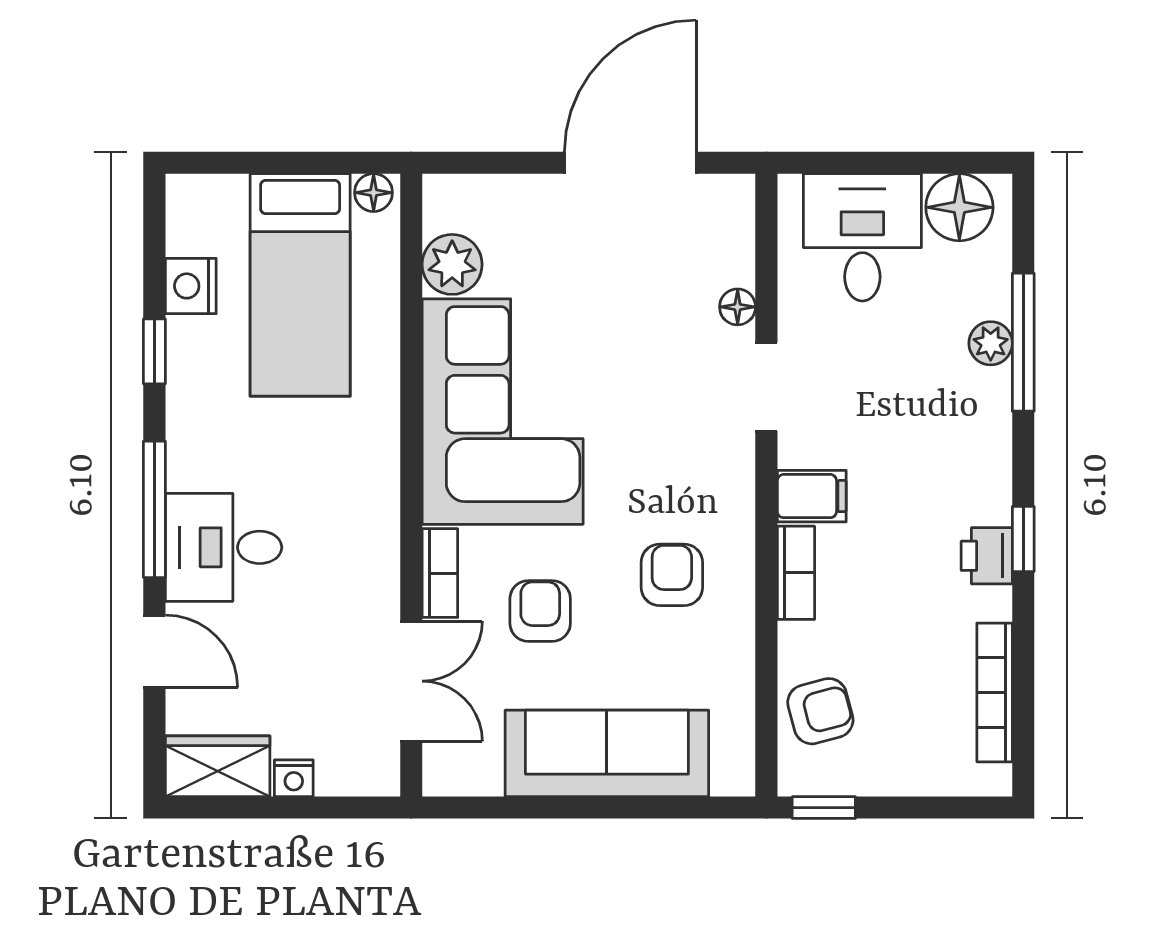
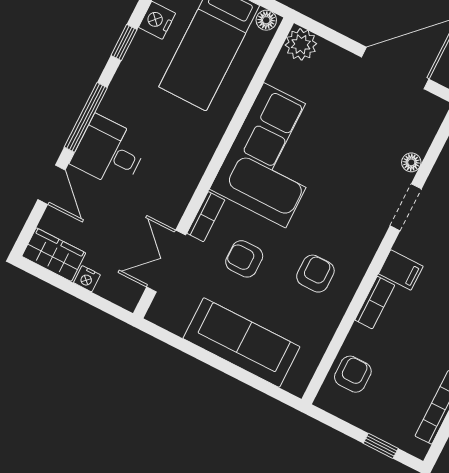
plant: (452, 264) -> (301, 44), moved
armchair: (540, 611) -> (244, 259), turned -90
double door: (411, 681) -> (166, 261), swing flipped
armchair: (820, 711) -> (353, 374), turned -75
window: (824, 808) -> (381, 446), moved

